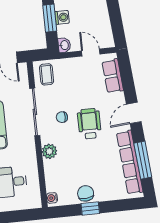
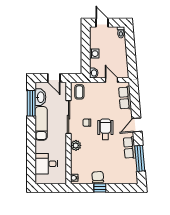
window: (50, 18) -> (86, 53), removed
row of seats: (130, 162) -> (130, 148), width x0.50

